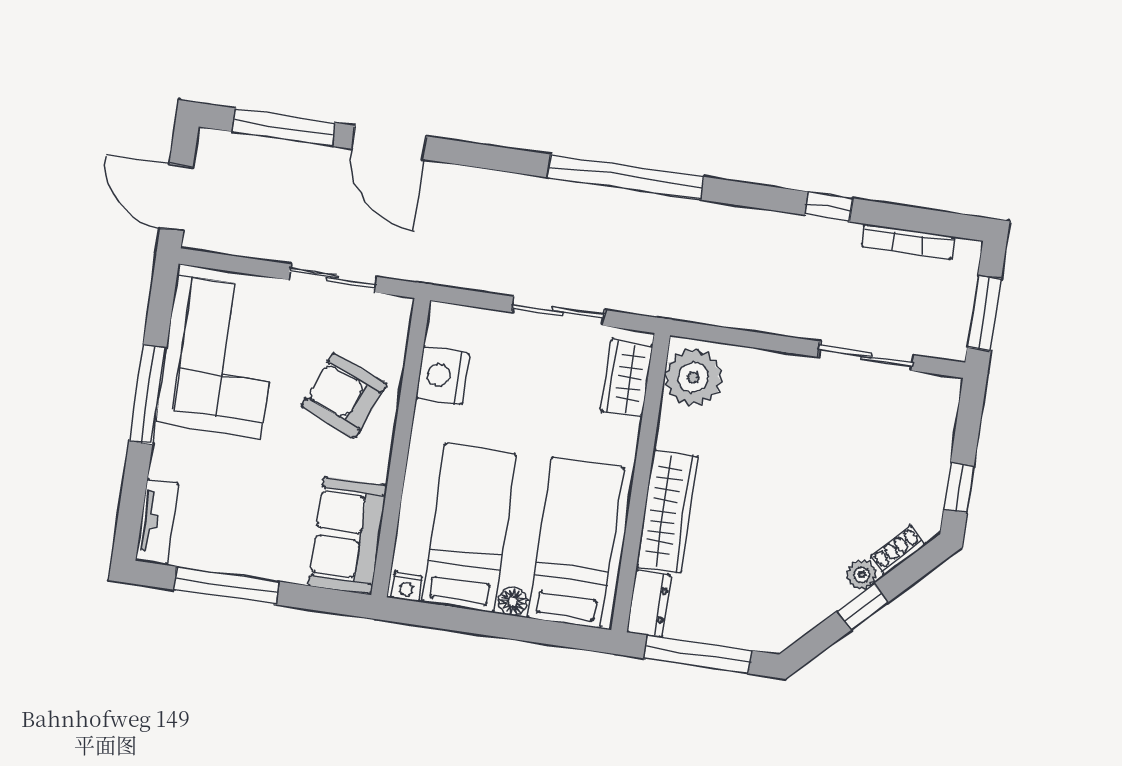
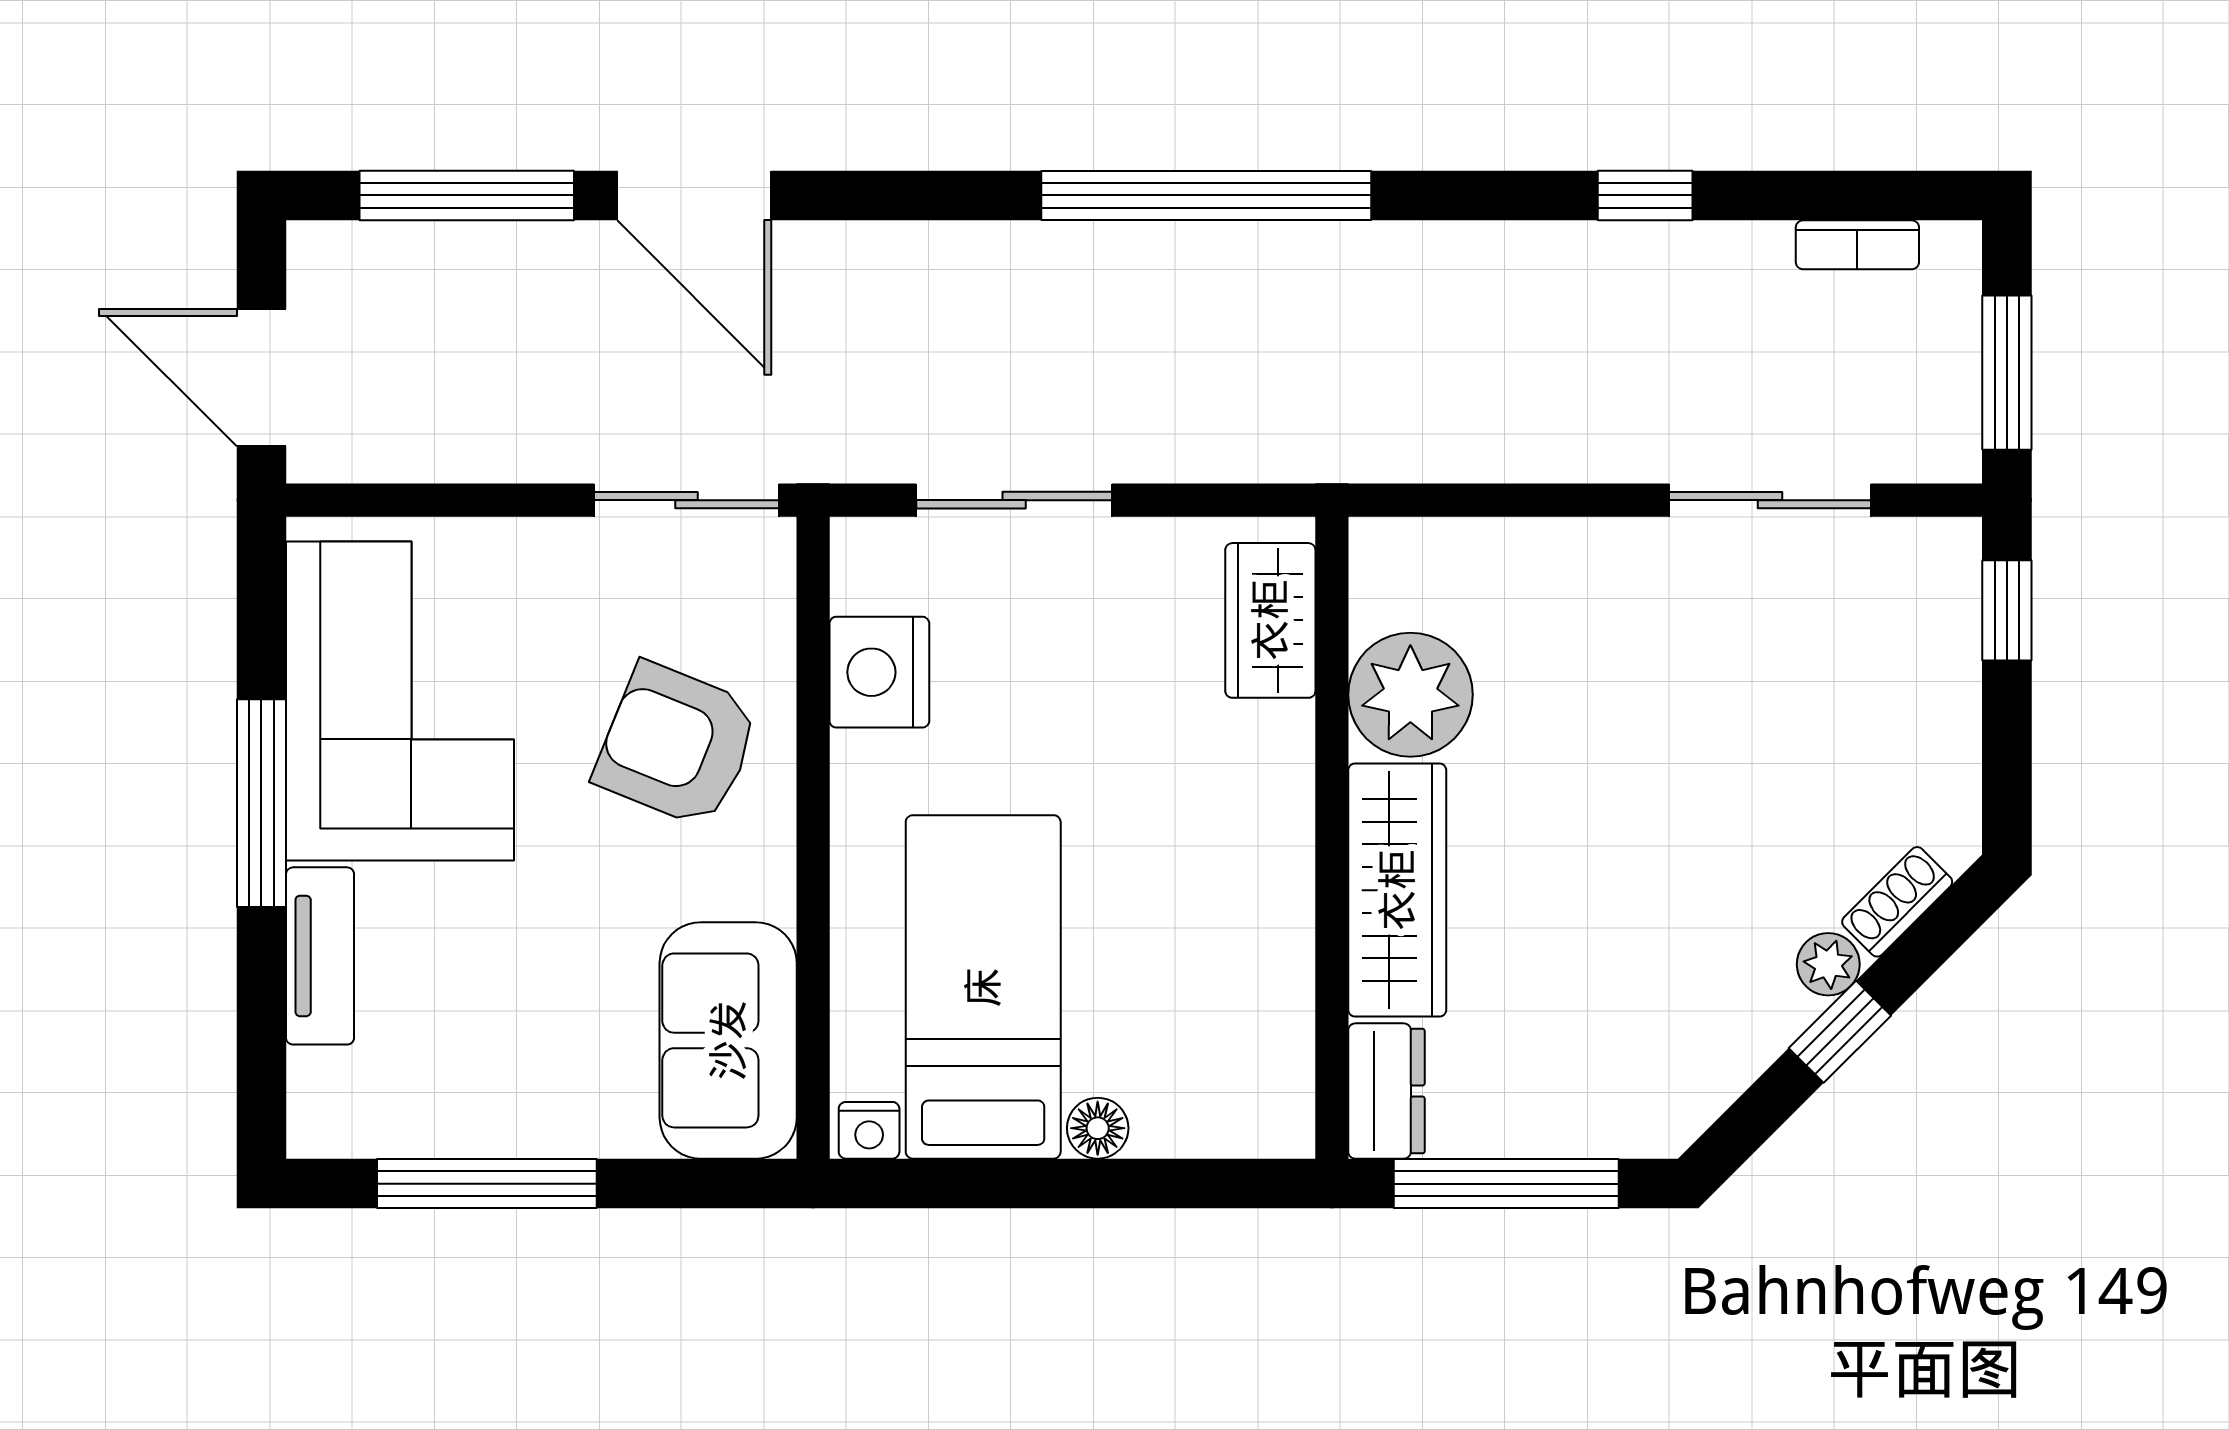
bookcase: (908, 241) -> (1857, 245), width x0.64
sliding door: (332, 278) -> (687, 500), moved
sliding door: (558, 311) -> (1014, 500), moved
plant: (693, 377) -> (1410, 695), moved
window: (959, 487) -> (2007, 610), moved
tv unit: (157, 522) -> (320, 956), moved
bed: (576, 543) -> (1213, 984), removed

